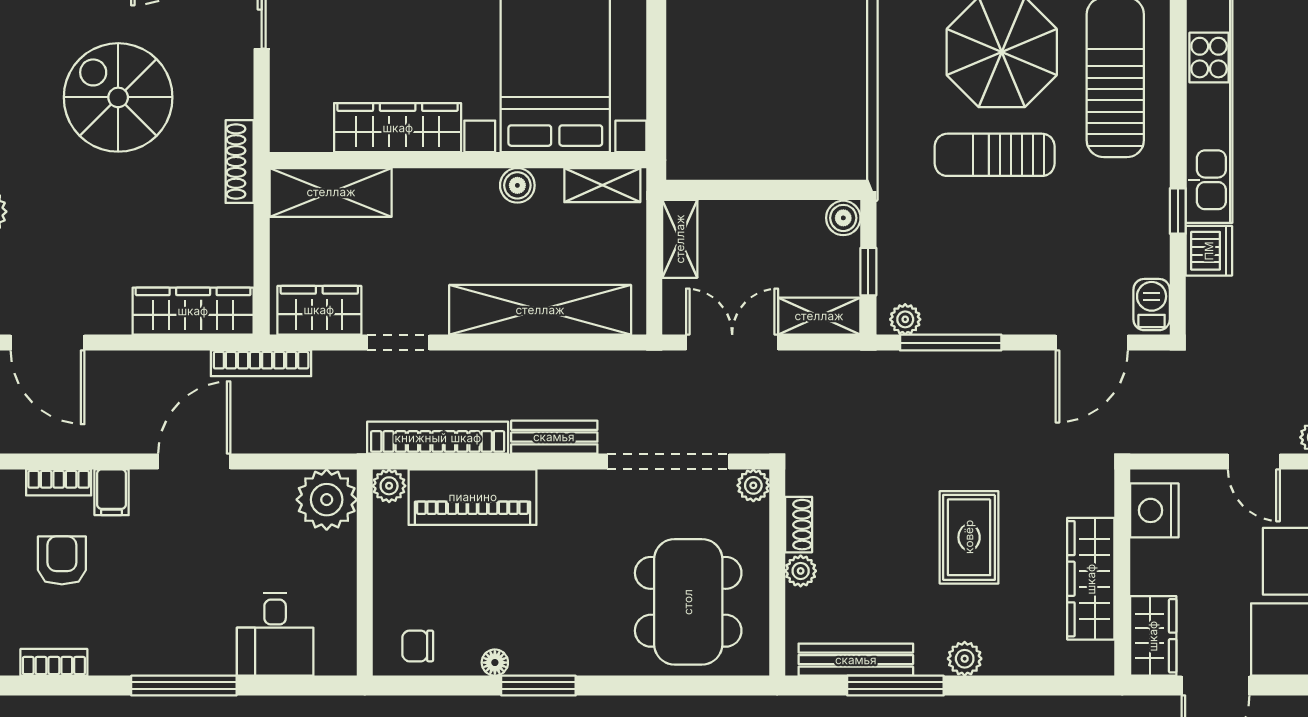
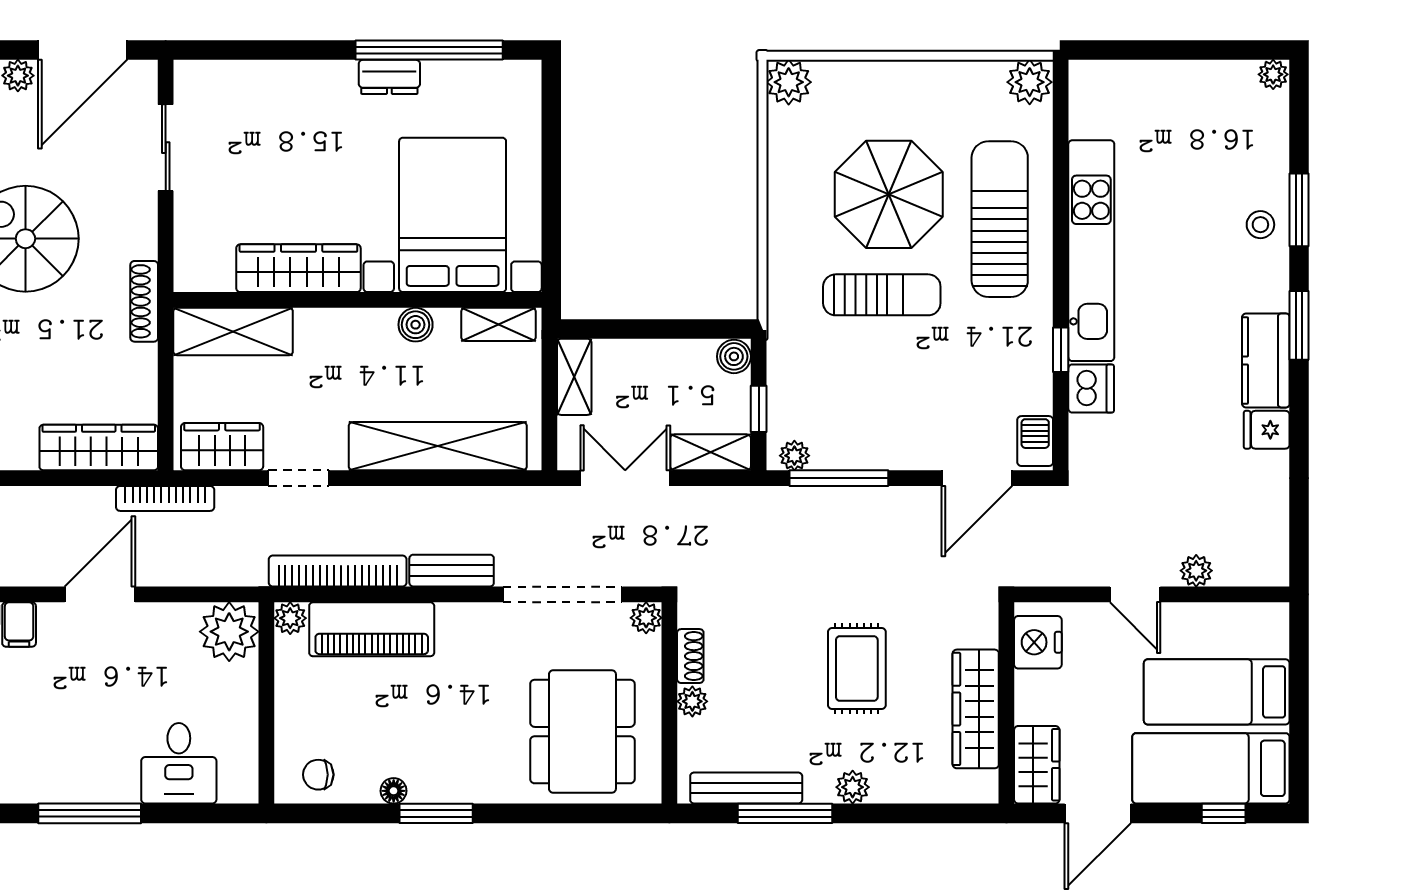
sun lounger: (995, 155) -> (882, 295), turned 180

